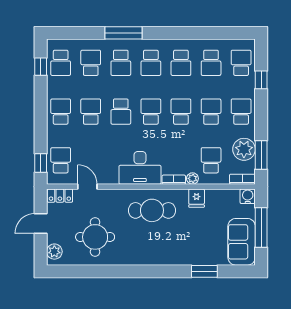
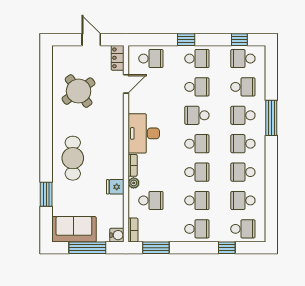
plant: (244, 149) -> (161, 232), removed
window: (41, 163) -> (186, 40), moved
cafe table: (152, 210) -> (73, 158), moved
round table: (95, 237) -> (79, 91), turned -36
plant: (54, 252) -> (65, 53), removed

